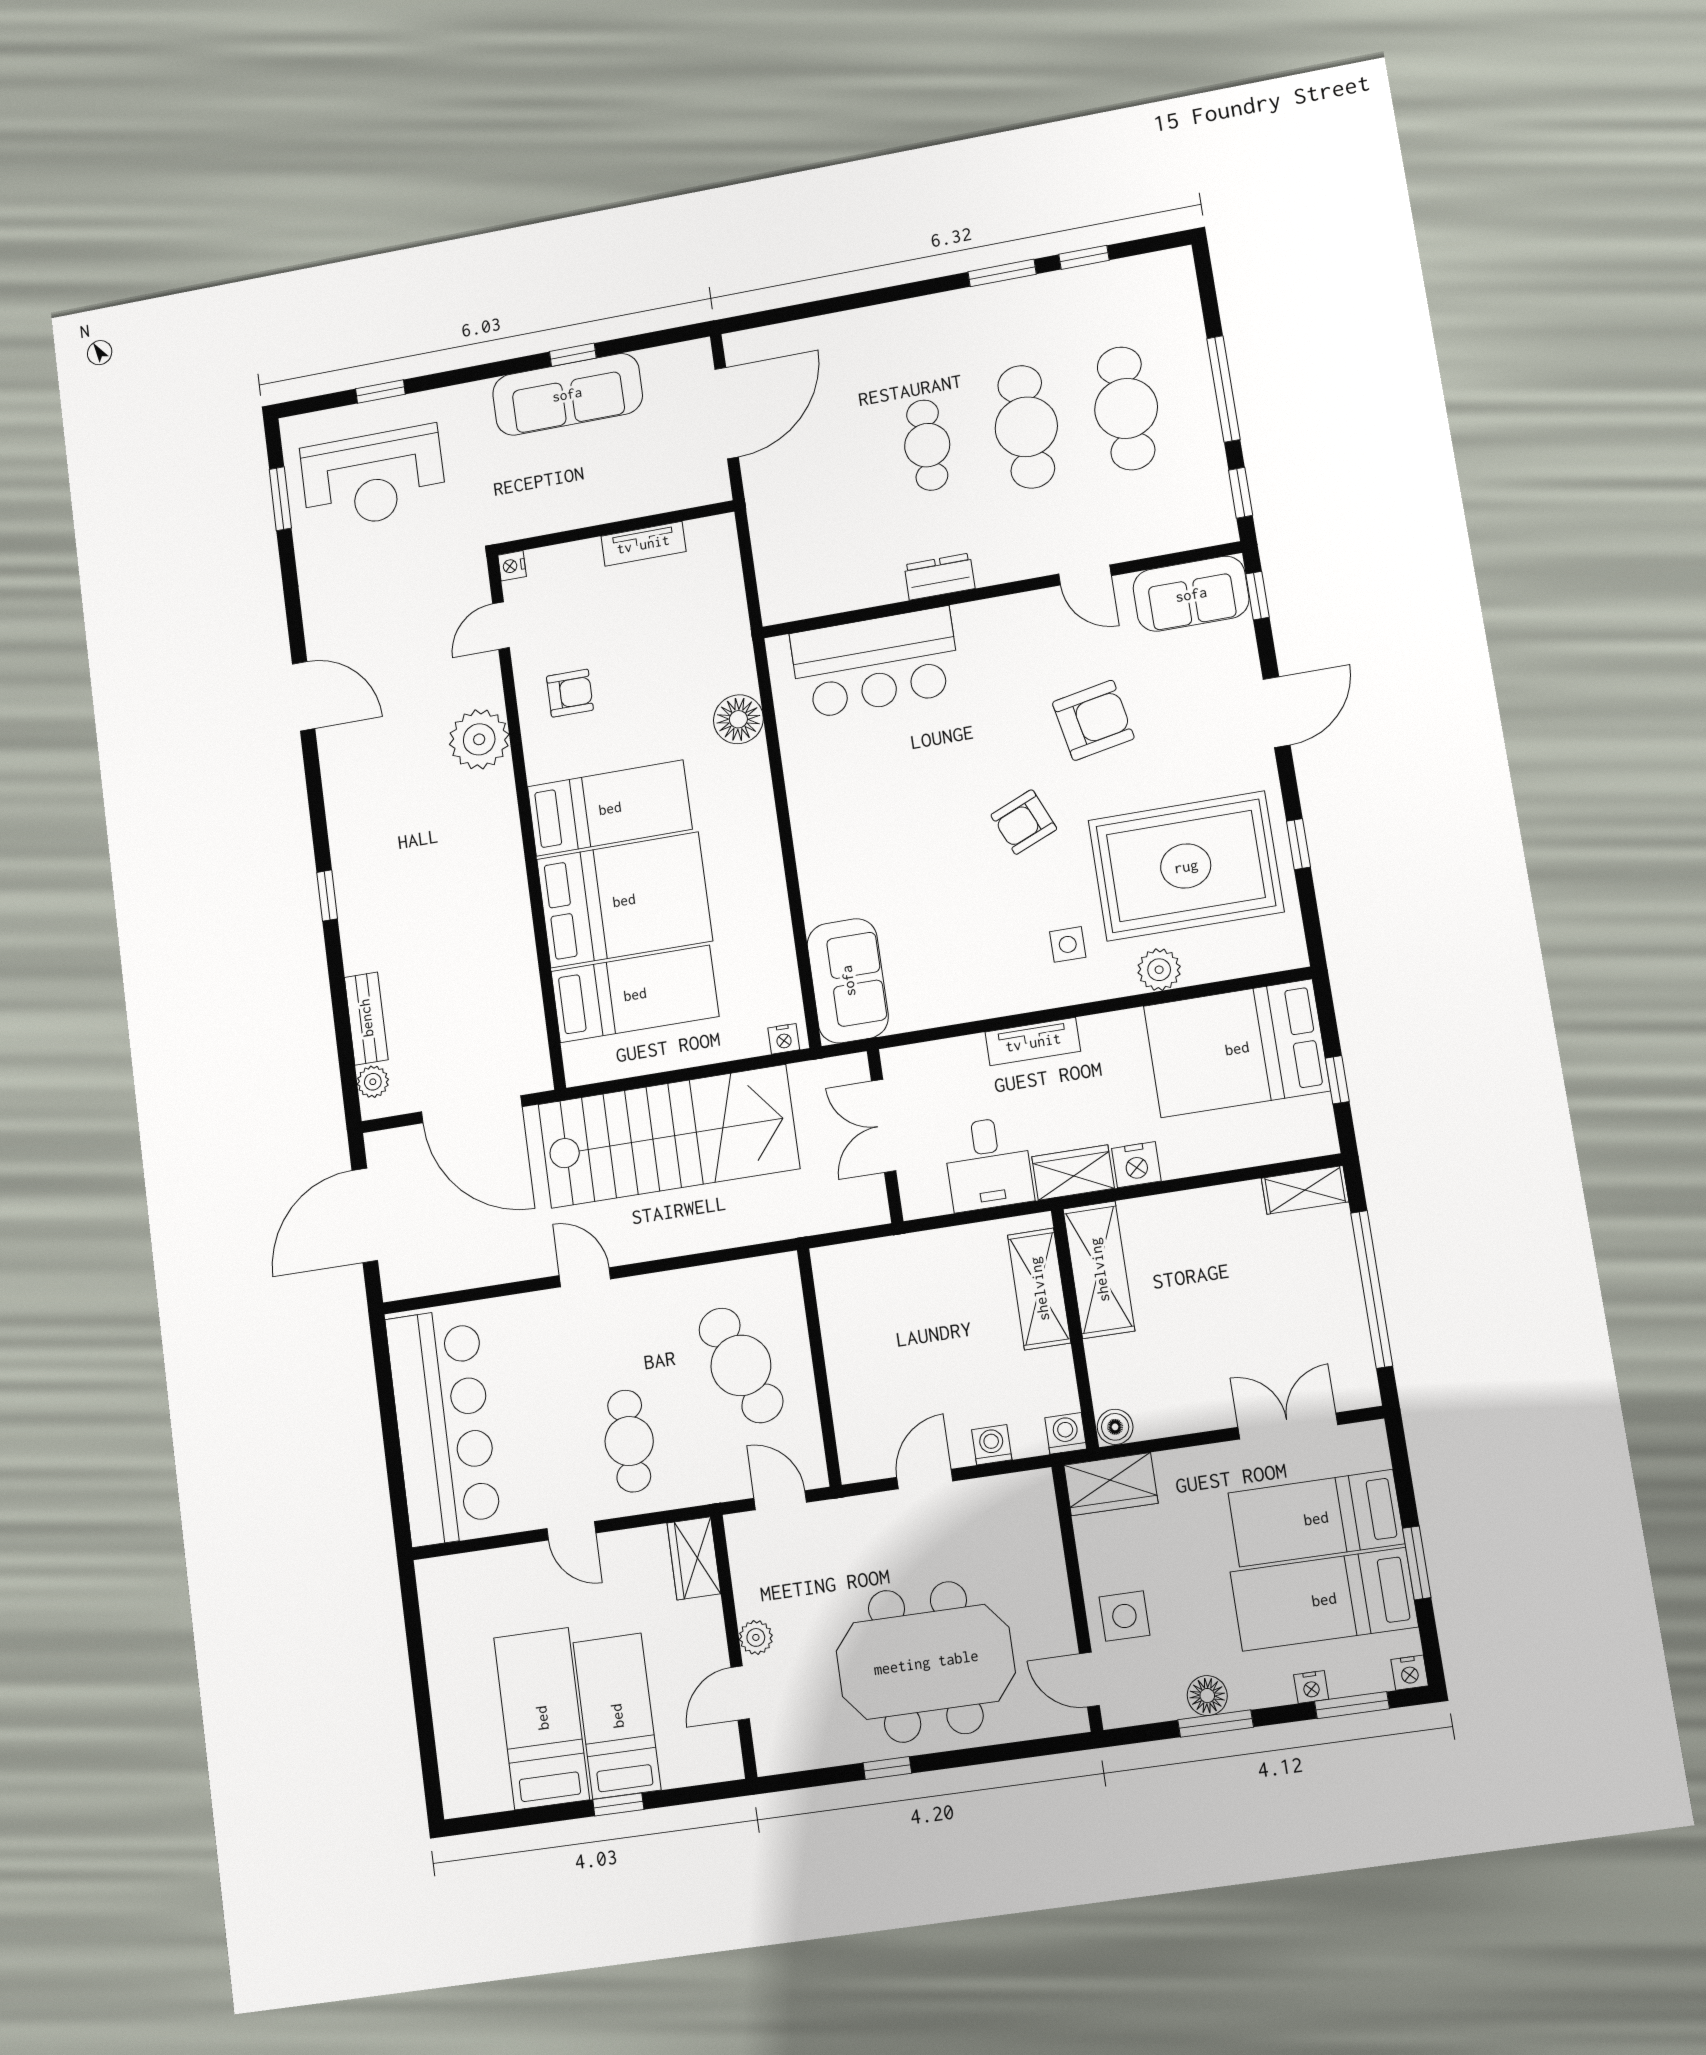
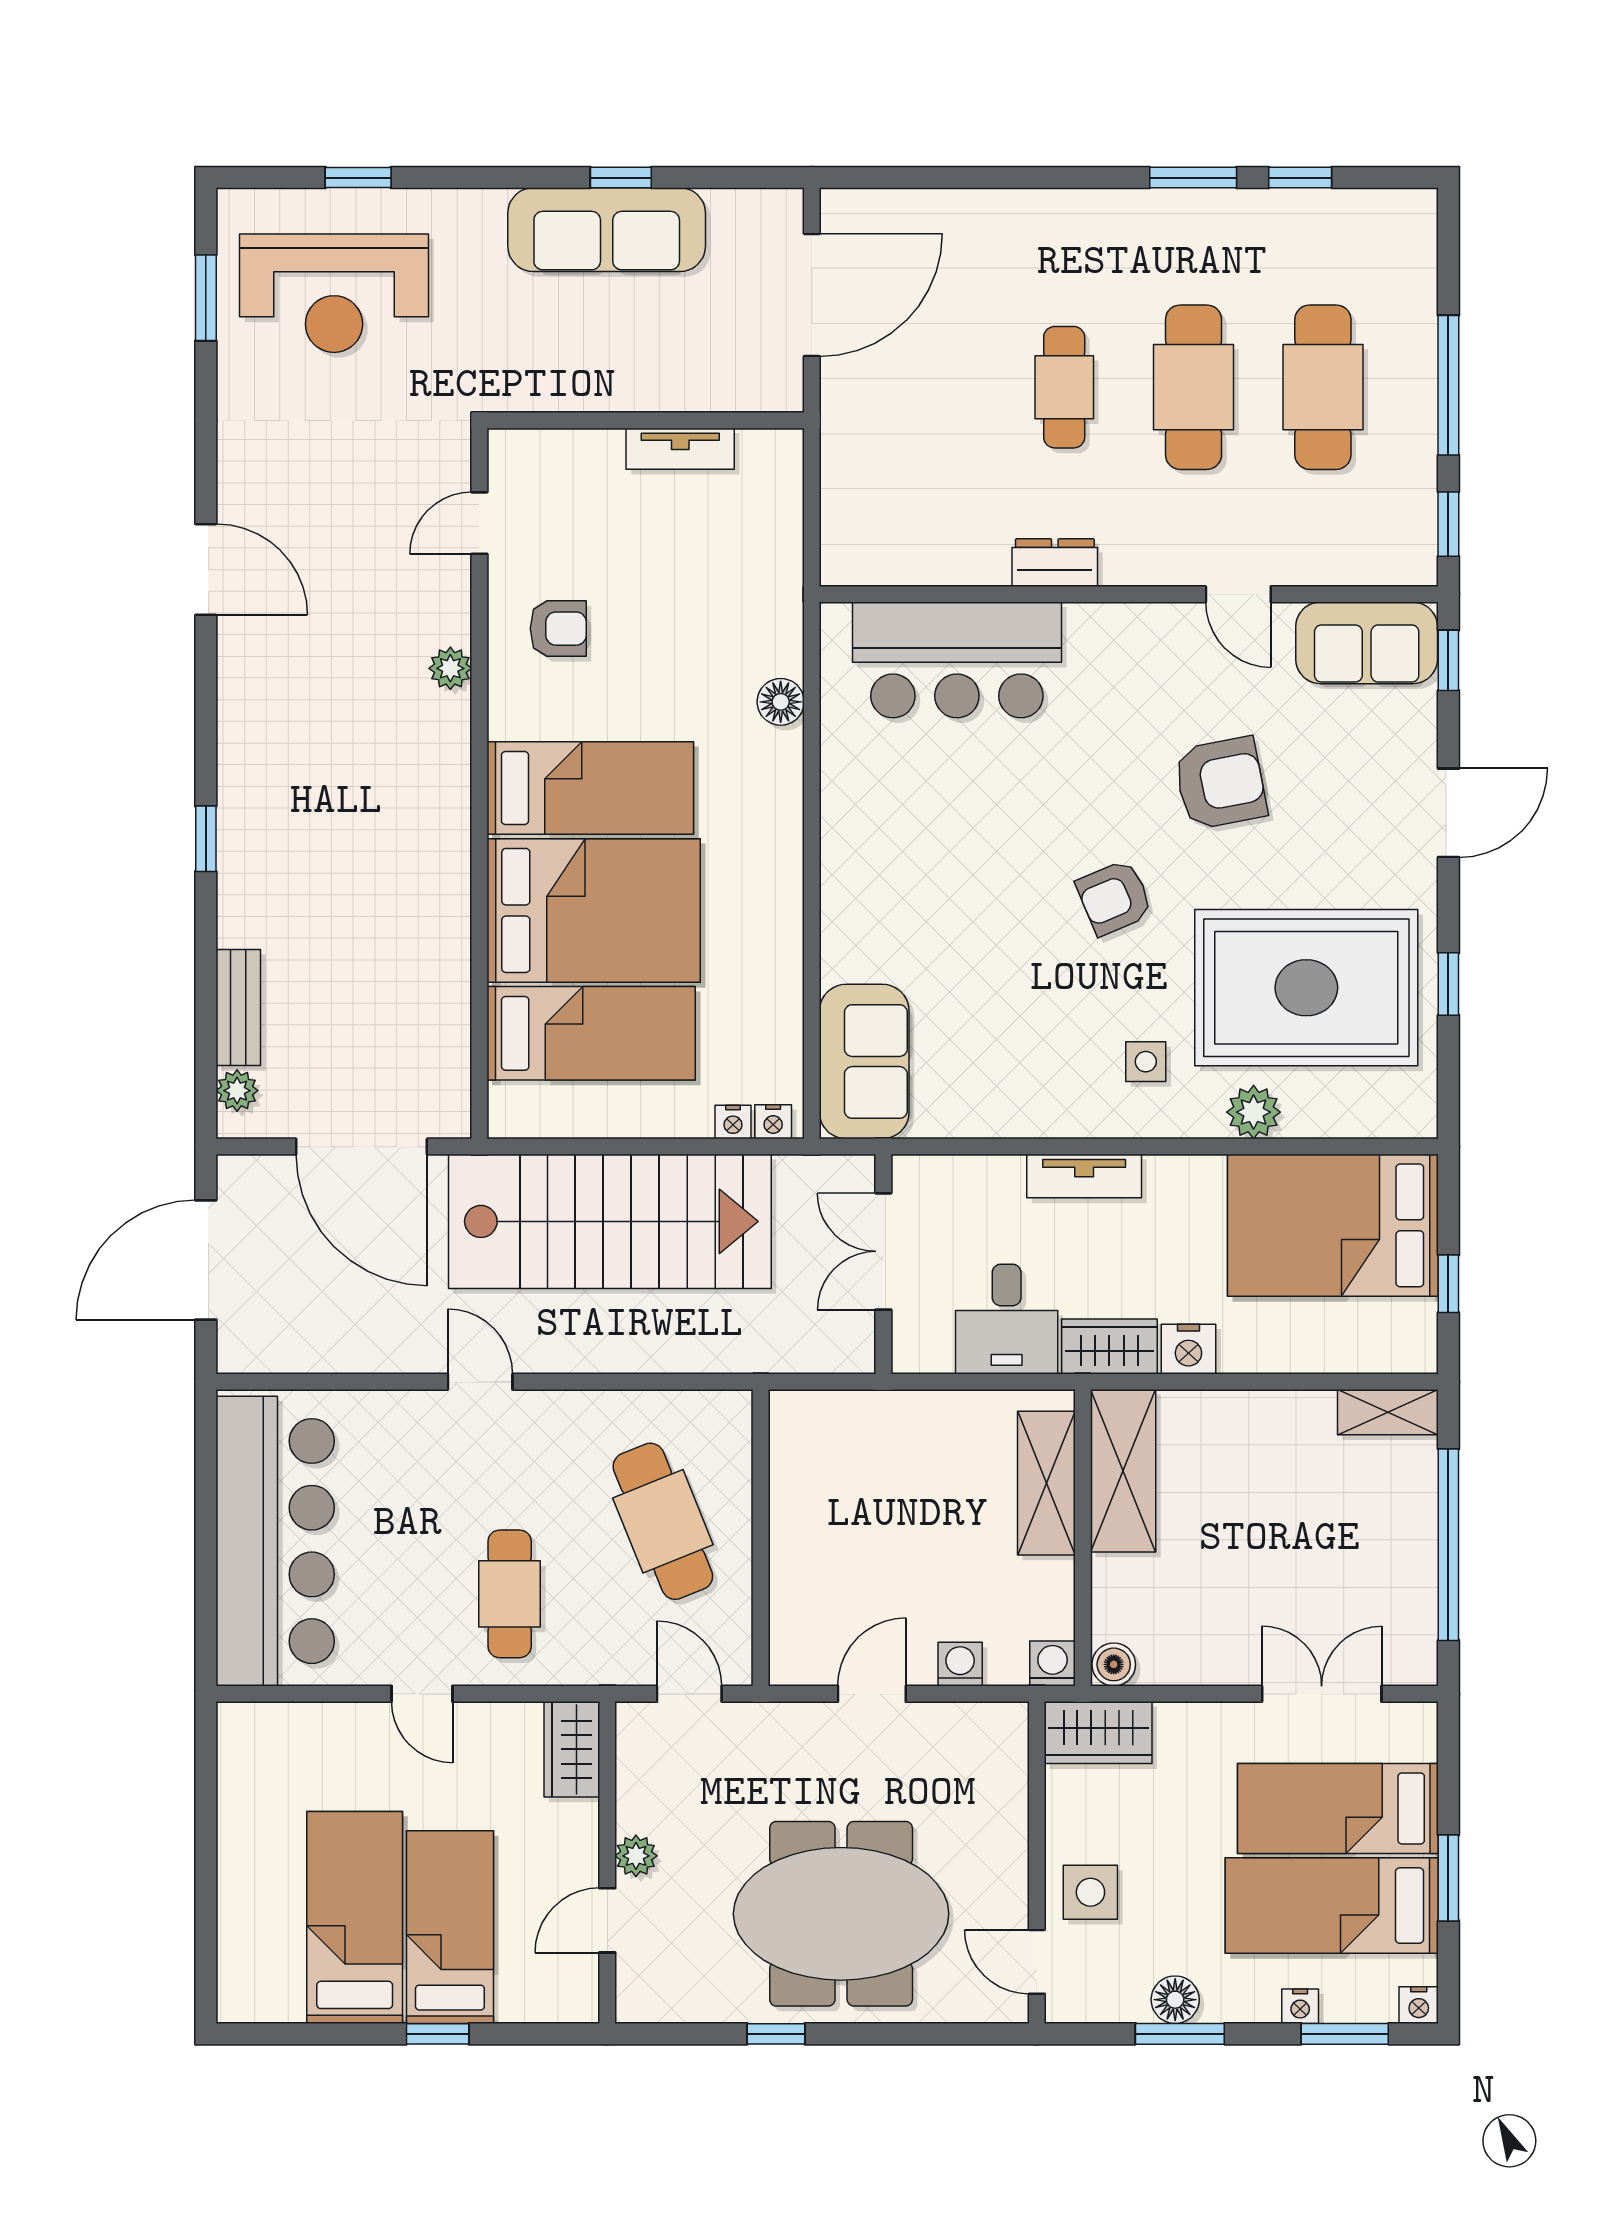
nightstand: (512, 566) -> (733, 1122), moved, turned -90
floor lamp: (738, 719) -> (781, 702), width x0.73, depth x0.73
plant: (479, 739) -> (450, 668), width x0.53, depth x0.53

